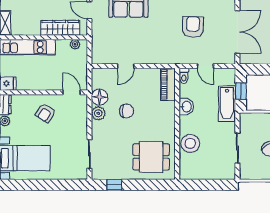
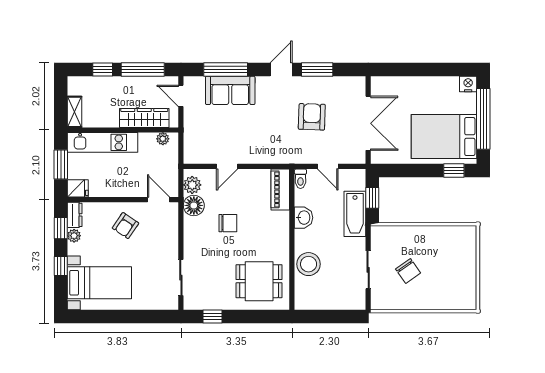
plant: (98, 113) -> (192, 185), moved

